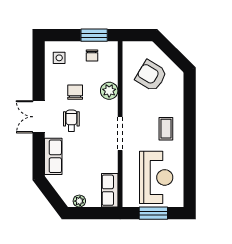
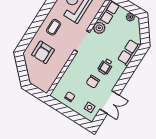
window: (94, 35) -> (61, 108), removed
armchair: (151, 76) -> (43, 52), moved, turned 59
plant: (109, 91) -> (99, 28), moved
double door: (39, 117) -> (110, 102), moved

